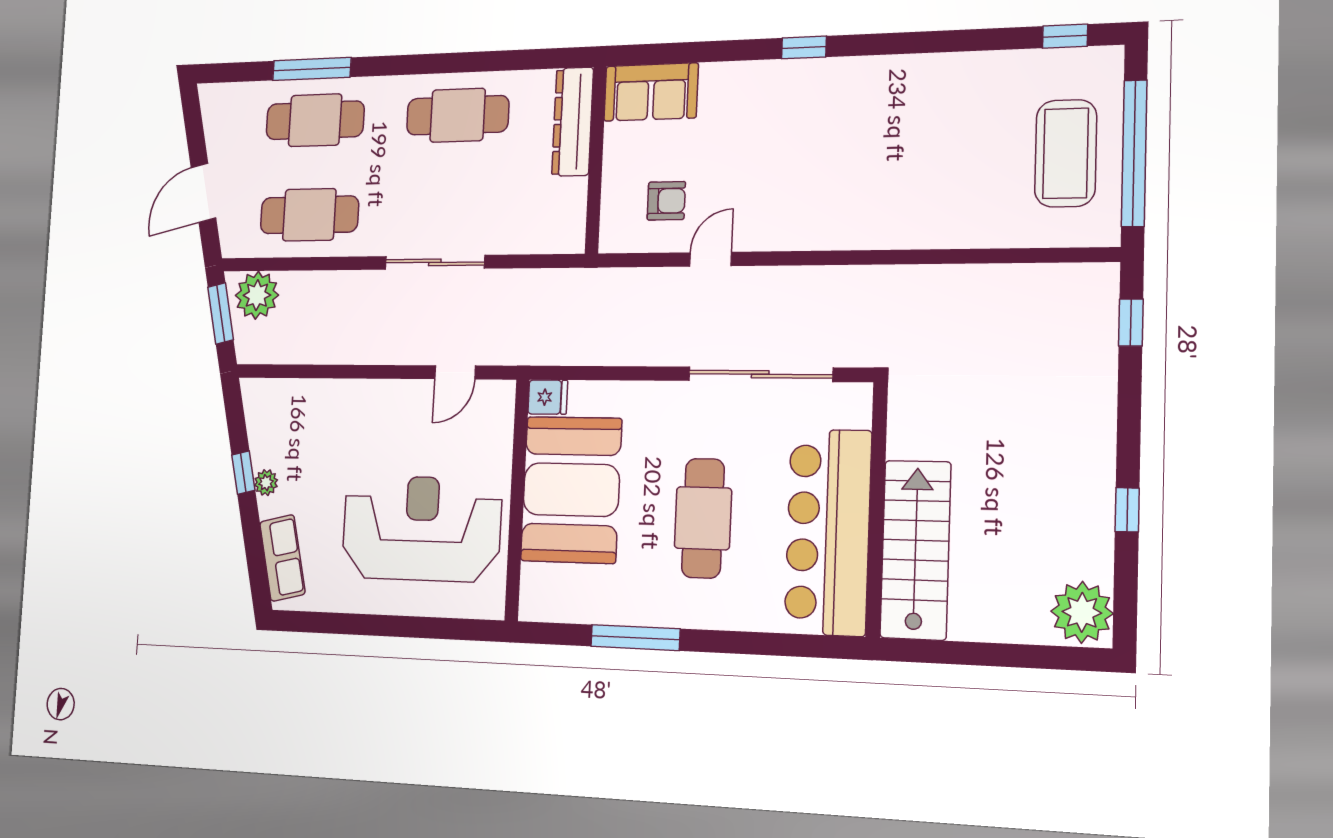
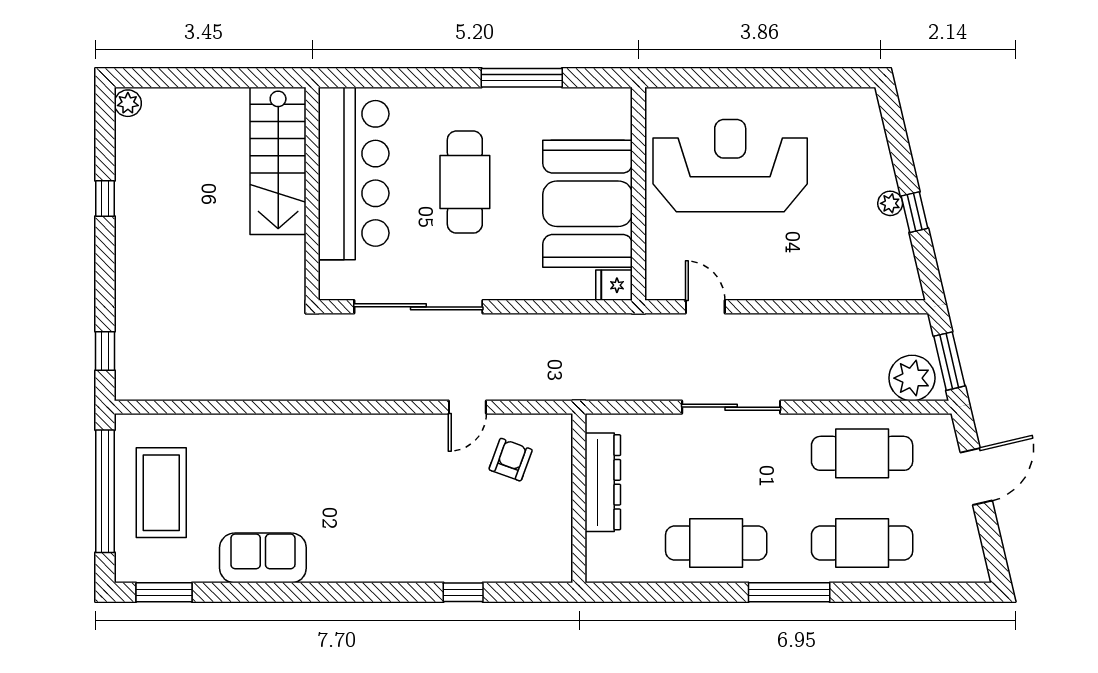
window: (1065, 36) -> (164, 592), width x1.50
window: (804, 47) -> (463, 592), moved
window: (312, 69) -> (789, 592), moved
sofa: (651, 92) -> (263, 558), moved
dresser: (573, 122) -> (603, 482), moved
armchair: (666, 201) -> (511, 460), turned 110
door: (455, 372) -> (705, 307), hinge flipped
reception desk: (421, 528) -> (730, 166), turned 180
row of seats: (282, 558) -> (868, 135), removed
plant: (1082, 612) -> (128, 103), width x0.53, depth x0.53

